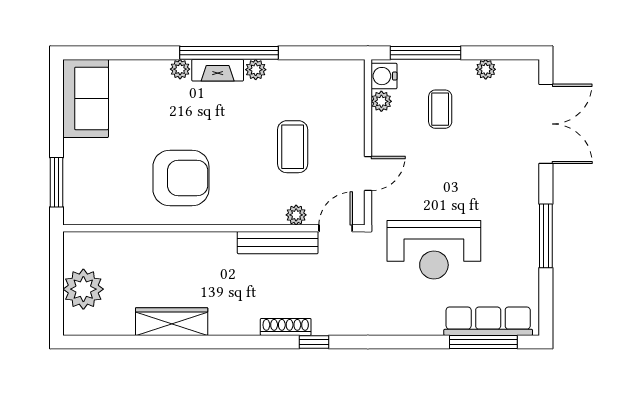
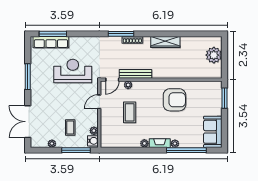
window: (229, 53) -> (186, 150), moved
armchair: (181, 178) -> (175, 100), turned 180
wardrobe: (172, 322) -> (165, 42), moved
window: (314, 342) -> (121, 34), width x2.17

